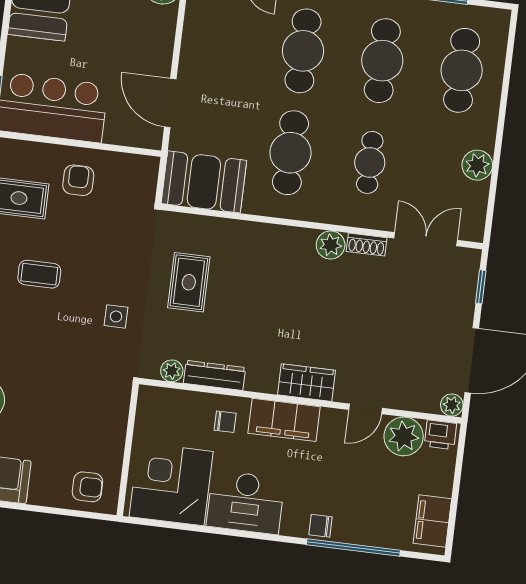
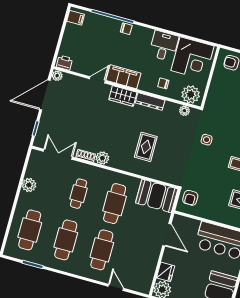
fridge: (161, 24) -> (166, 272), added
armchair: (78, 180) -> (190, 198), moved
double door: (426, 239) -> (58, 154), swing flipped
rug: (189, 282) -> (146, 147), moved
dresser: (215, 375) -> (150, 101), moved
filing cabinet: (284, 420) -> (123, 77), moved
plant: (404, 436) -> (191, 94), moved
desk: (246, 502) -> (164, 46), width x0.73
filing cabinet: (432, 521) -> (76, 18), width x0.50

